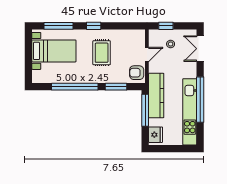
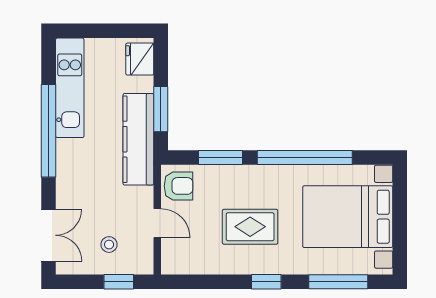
bed with nightstands: (54, 51) -> (348, 217), width x1.36
rug: (102, 53) -> (250, 227), turned 90
door: (147, 54) -> (157, 223), swing flipped
window: (145, 110) -> (161, 109), width x0.69
kitchen unit: (190, 112) -> (70, 88), width x0.73

